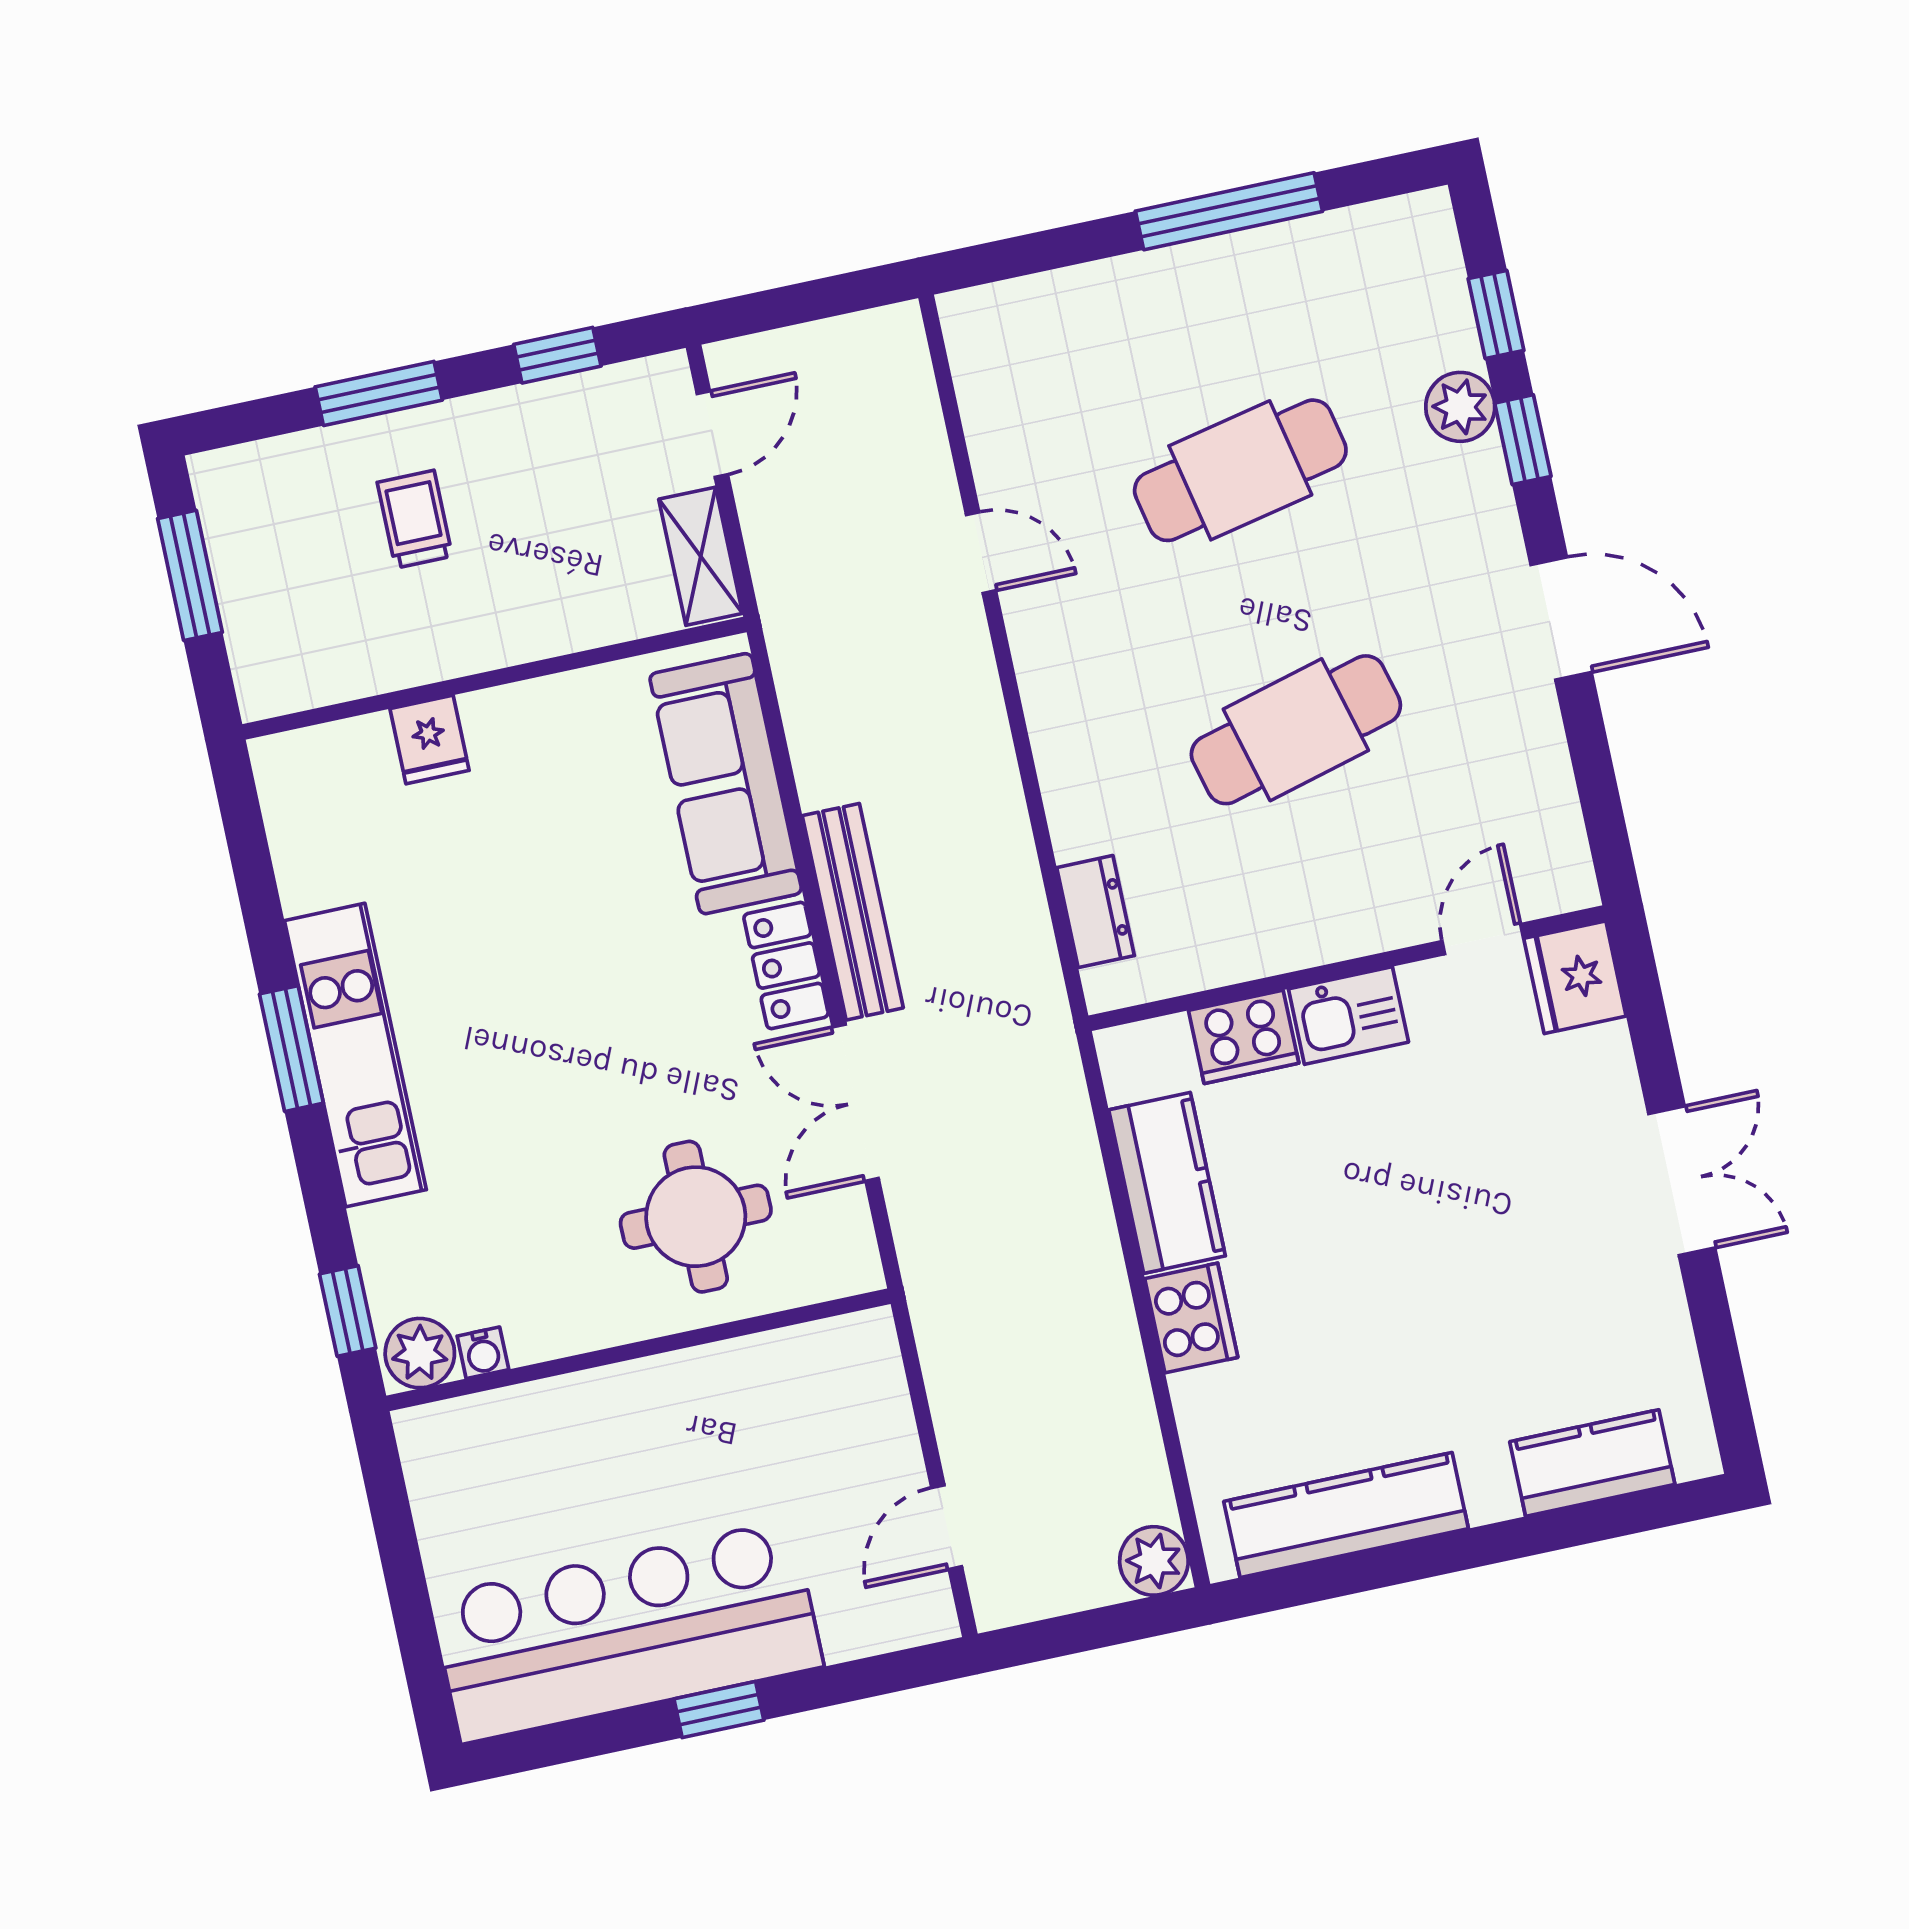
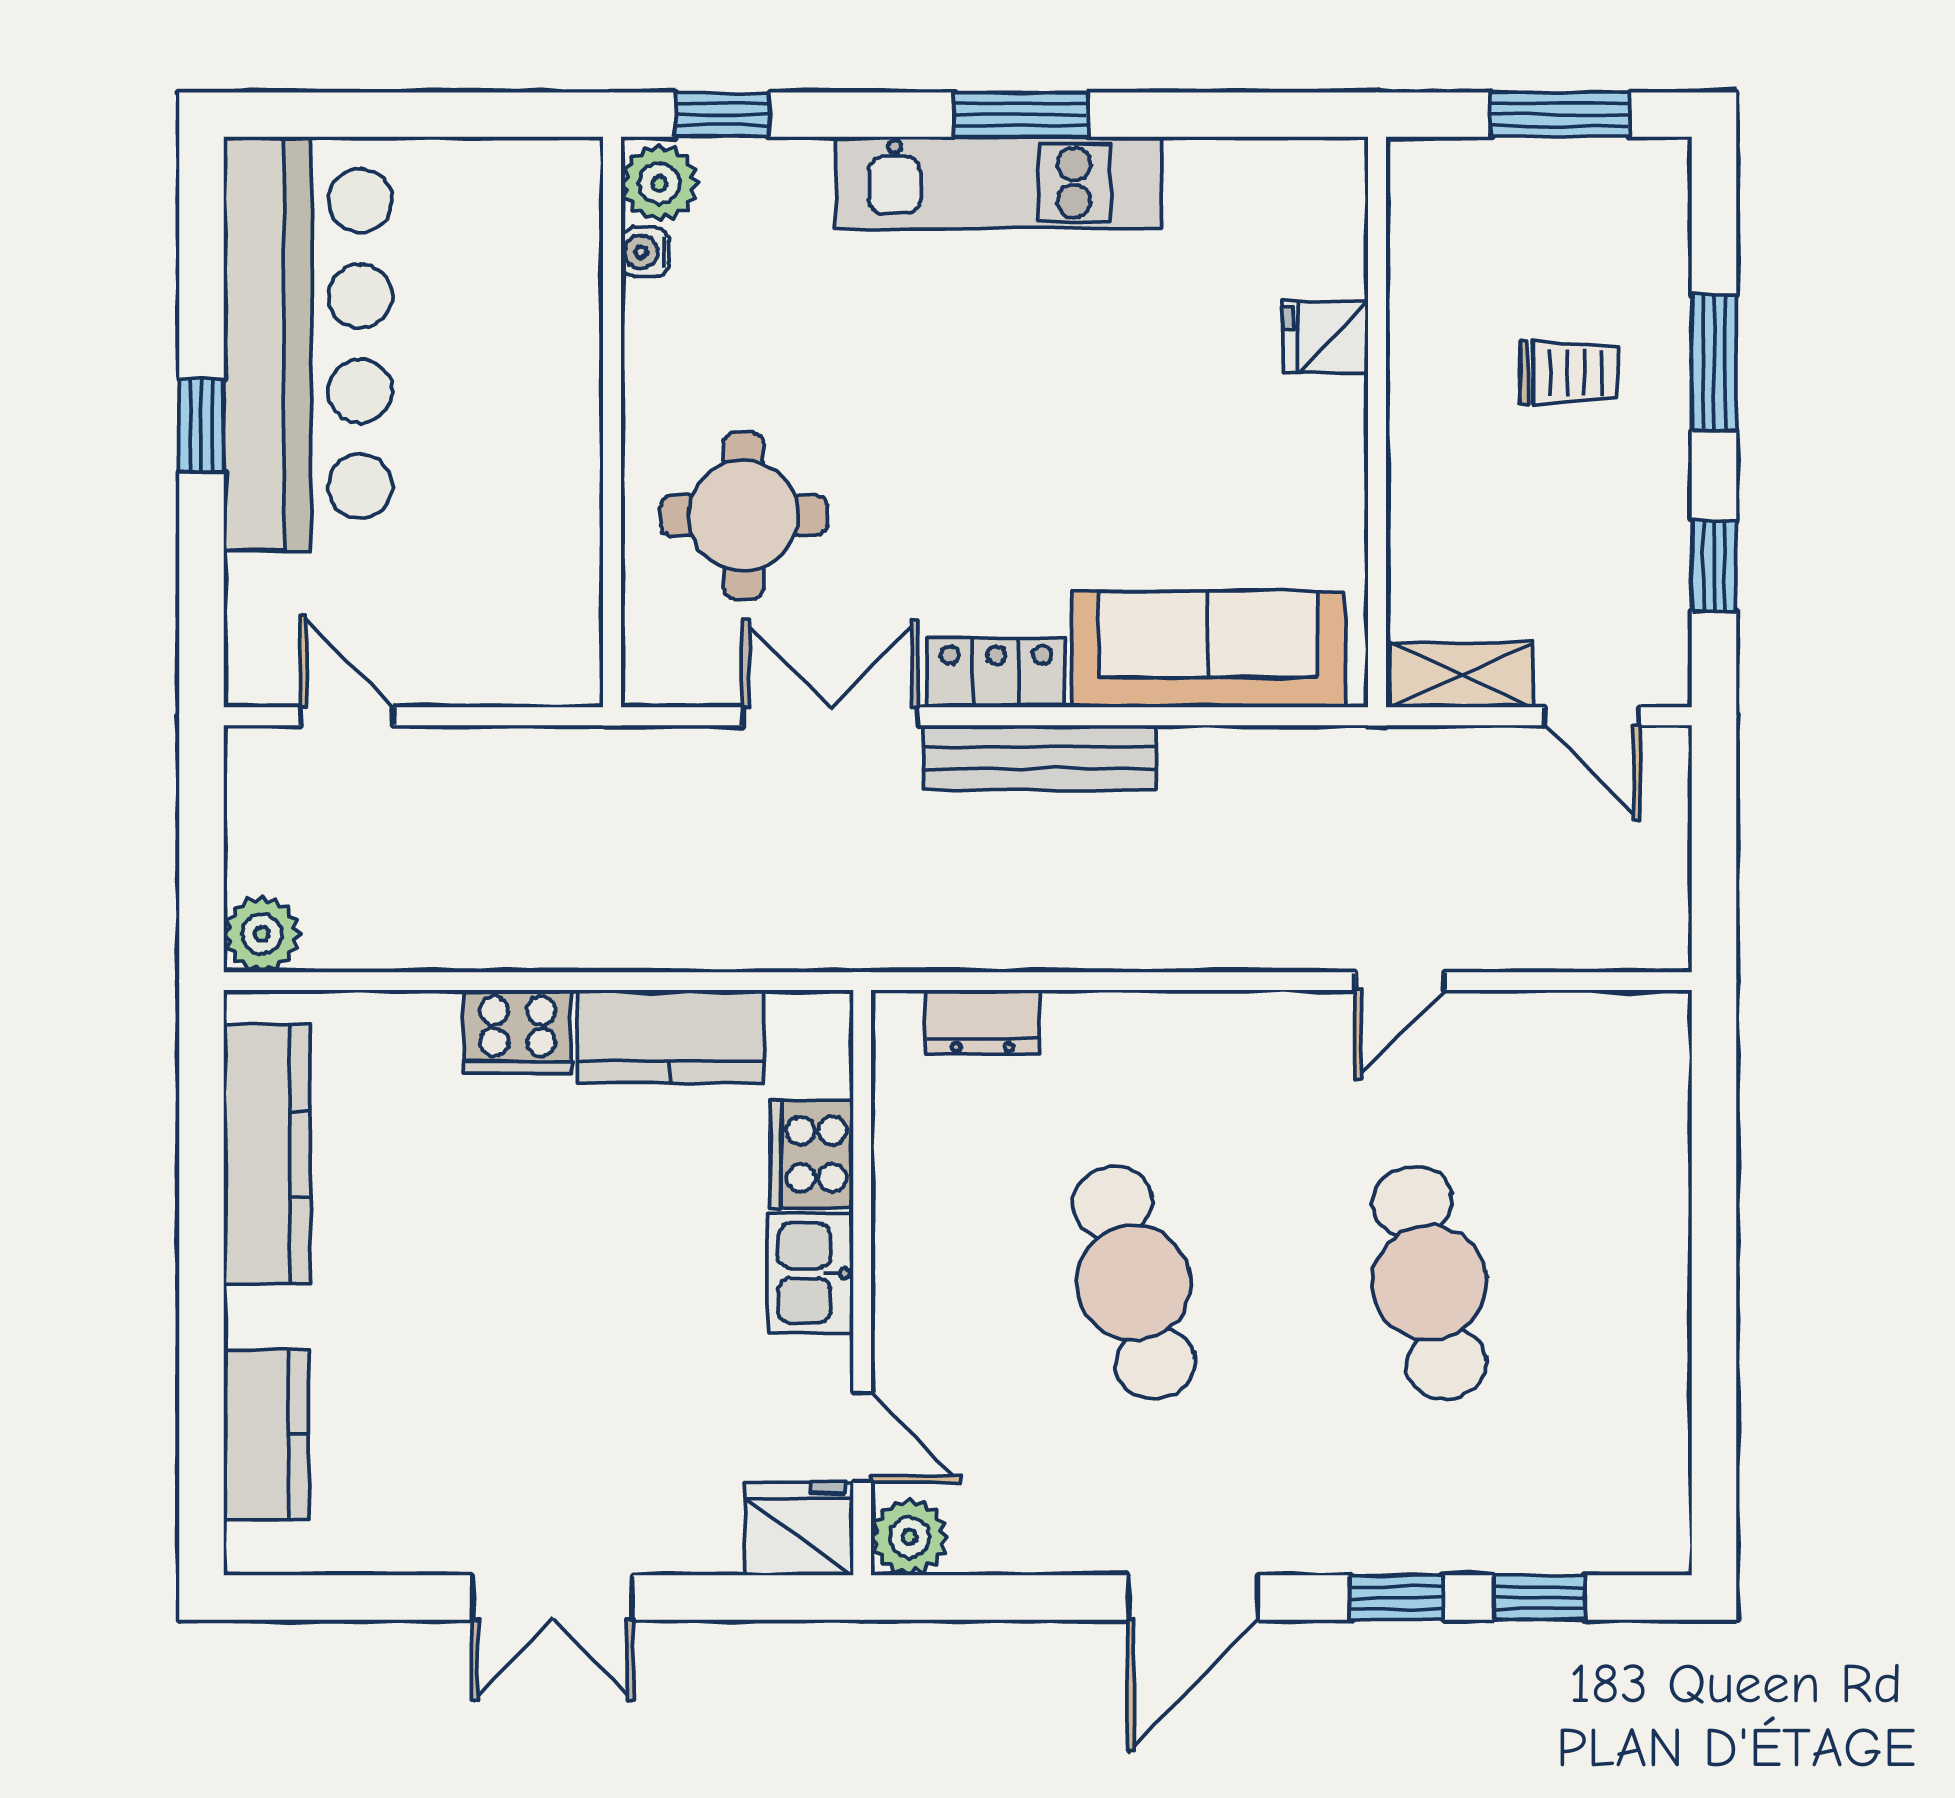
window: (1229, 211) -> (1714, 1331), removed
plant: (1460, 407) -> (909, 1537), moved

